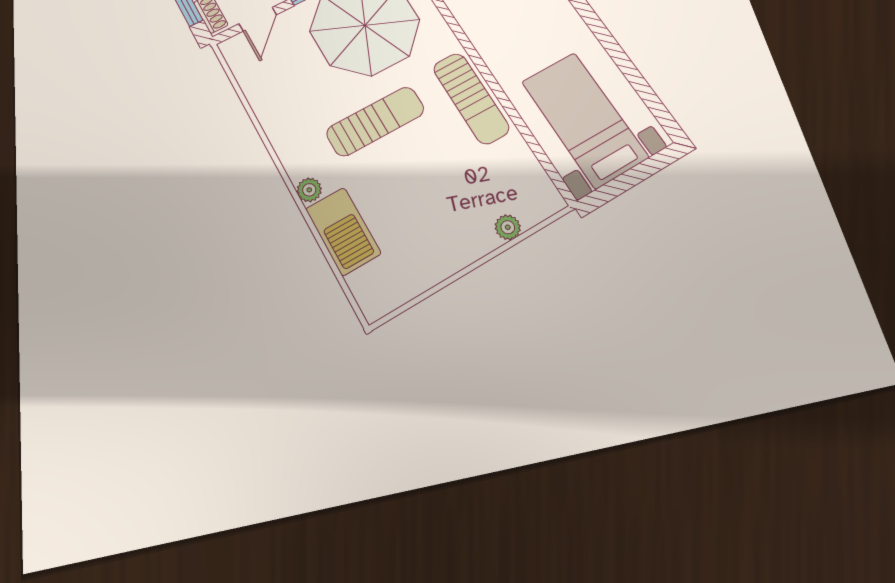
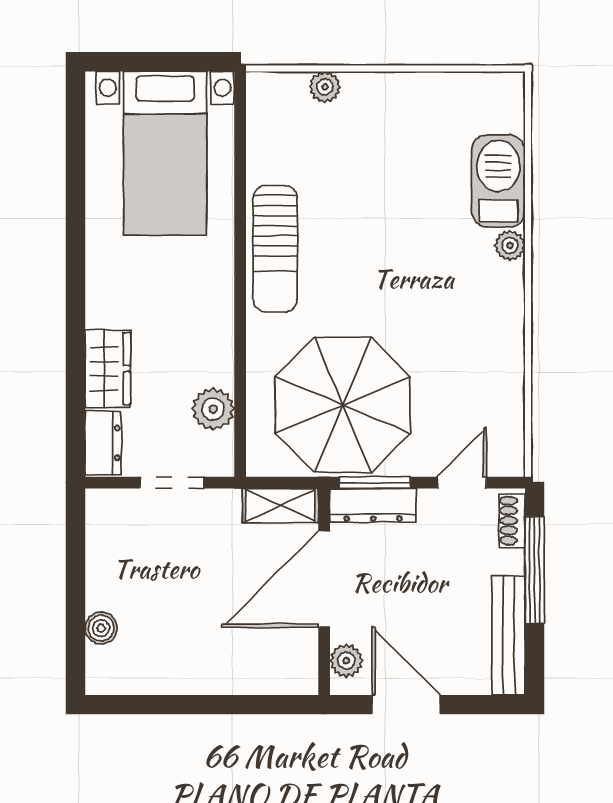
sun lounger: (471, 98) -> (275, 249), turned 180
sun lounger: (376, 121) -> (396, 282), removed

